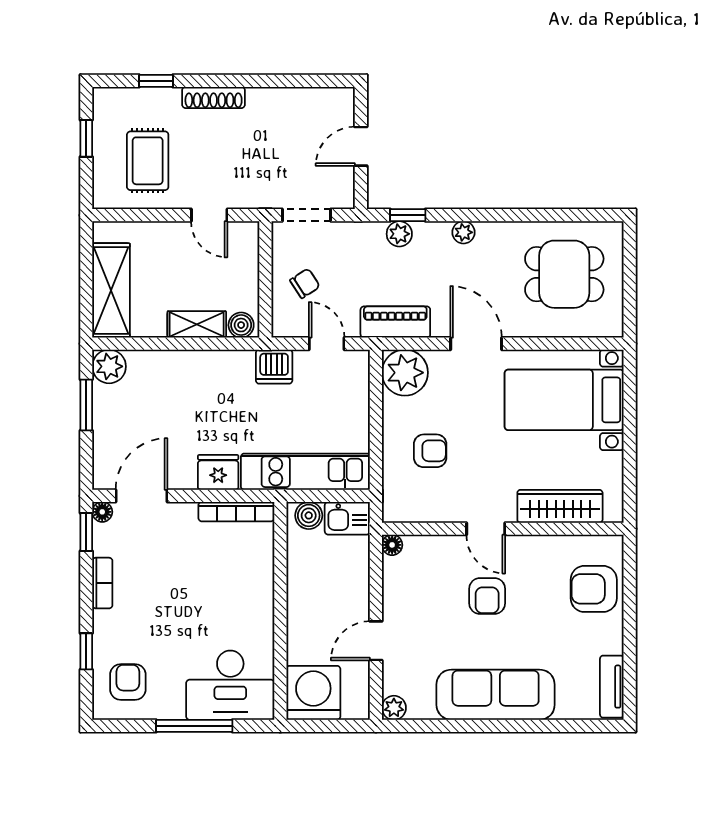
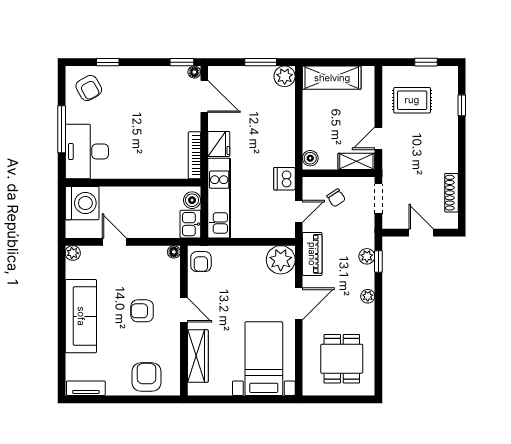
shoe rack: (214, 97) -> (451, 193), moved
shelving: (197, 324) -> (356, 161), moved, turned 90
armchair: (430, 451) -> (201, 262), moved
door: (486, 529) -> (184, 310), swing flipped
bookcase: (102, 583) -> (150, 72), removed
armchair: (128, 682) -> (89, 88), turned 61

